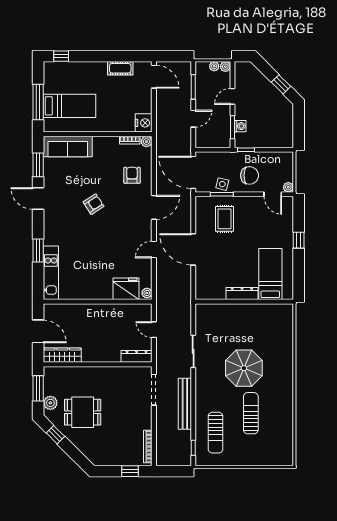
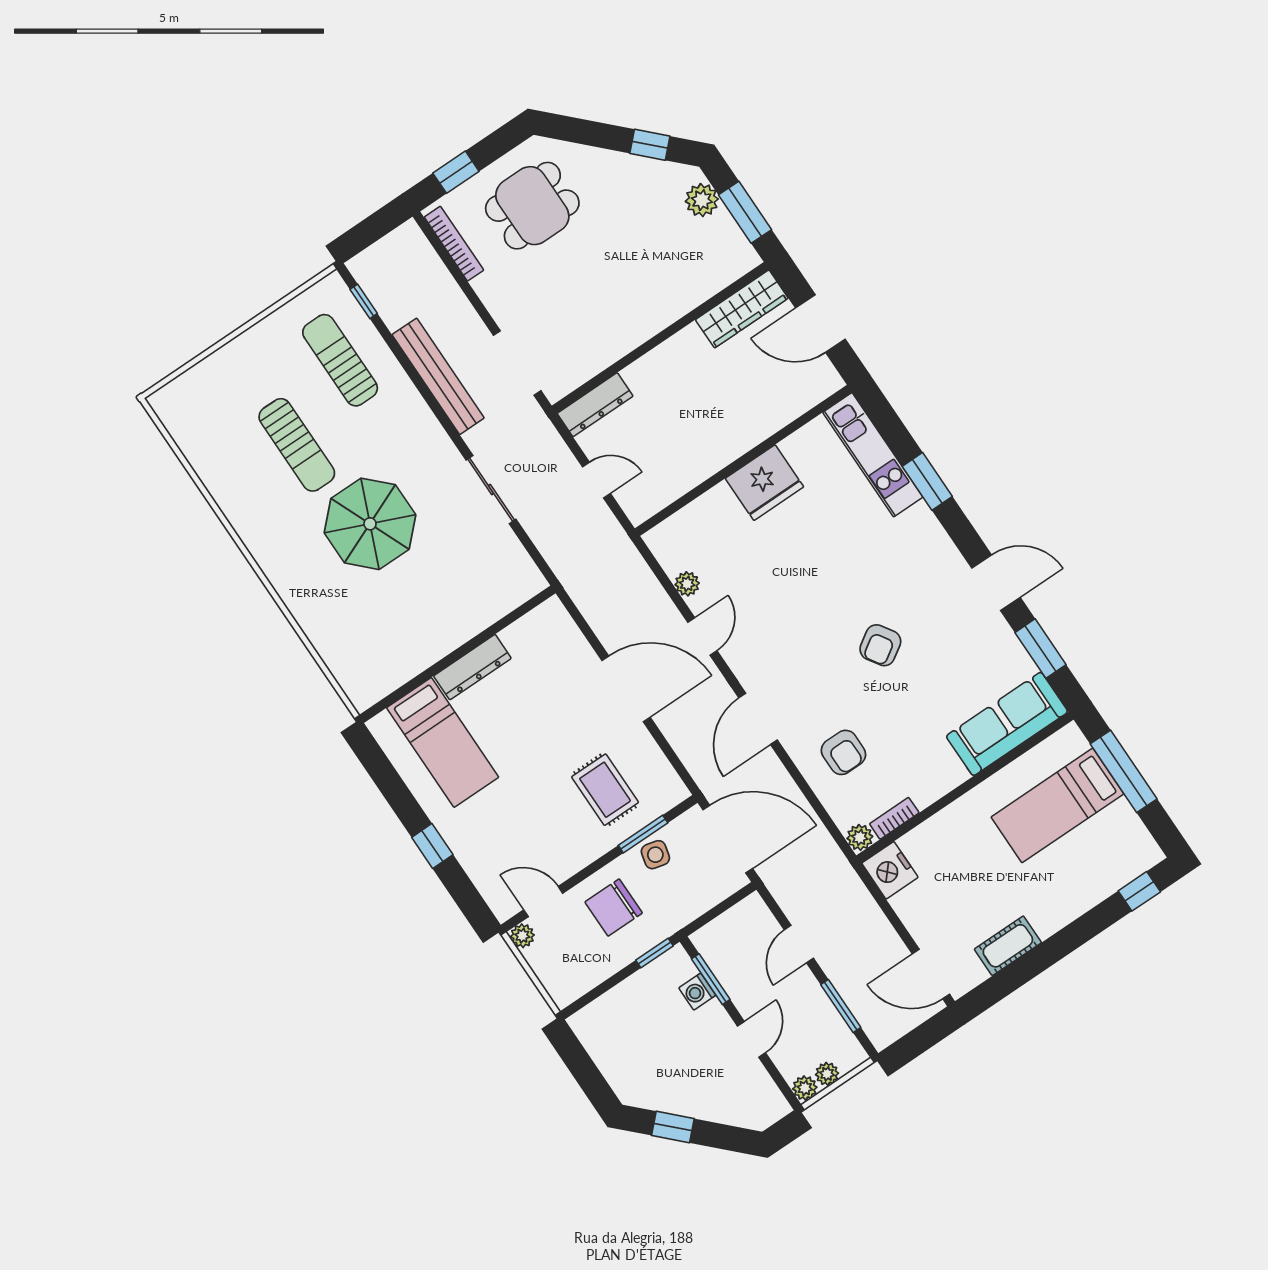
fridge: (126, 289) -> (764, 483), moved
plant: (147, 293) -> (687, 584), moved
dining table: (83, 412) -> (532, 206), moved

